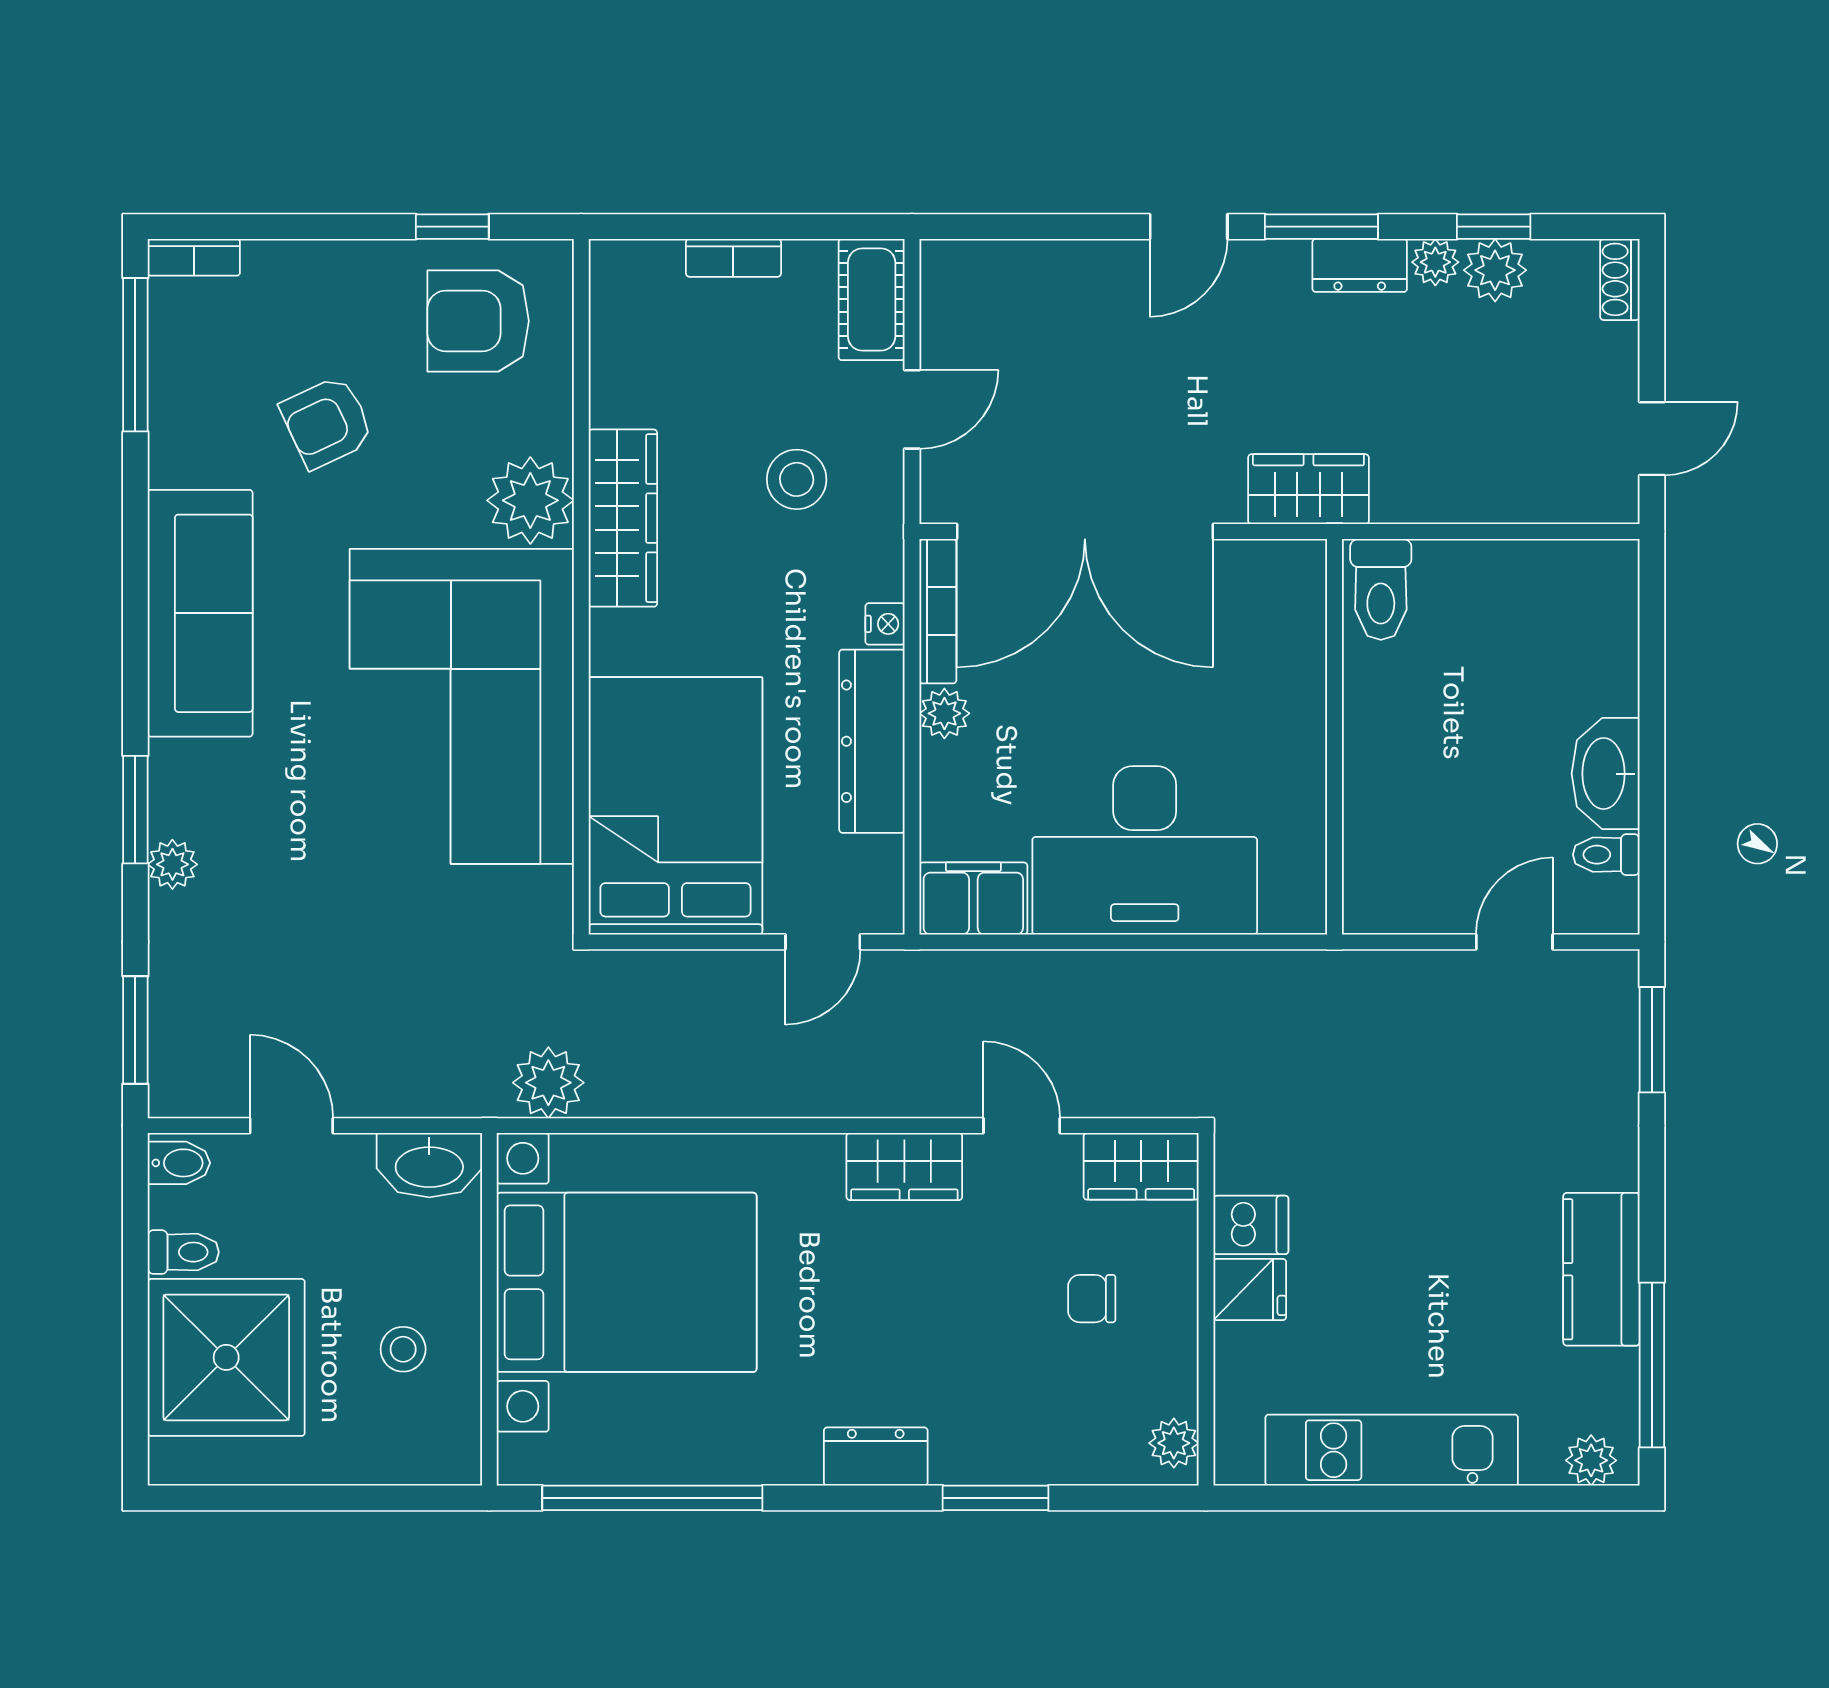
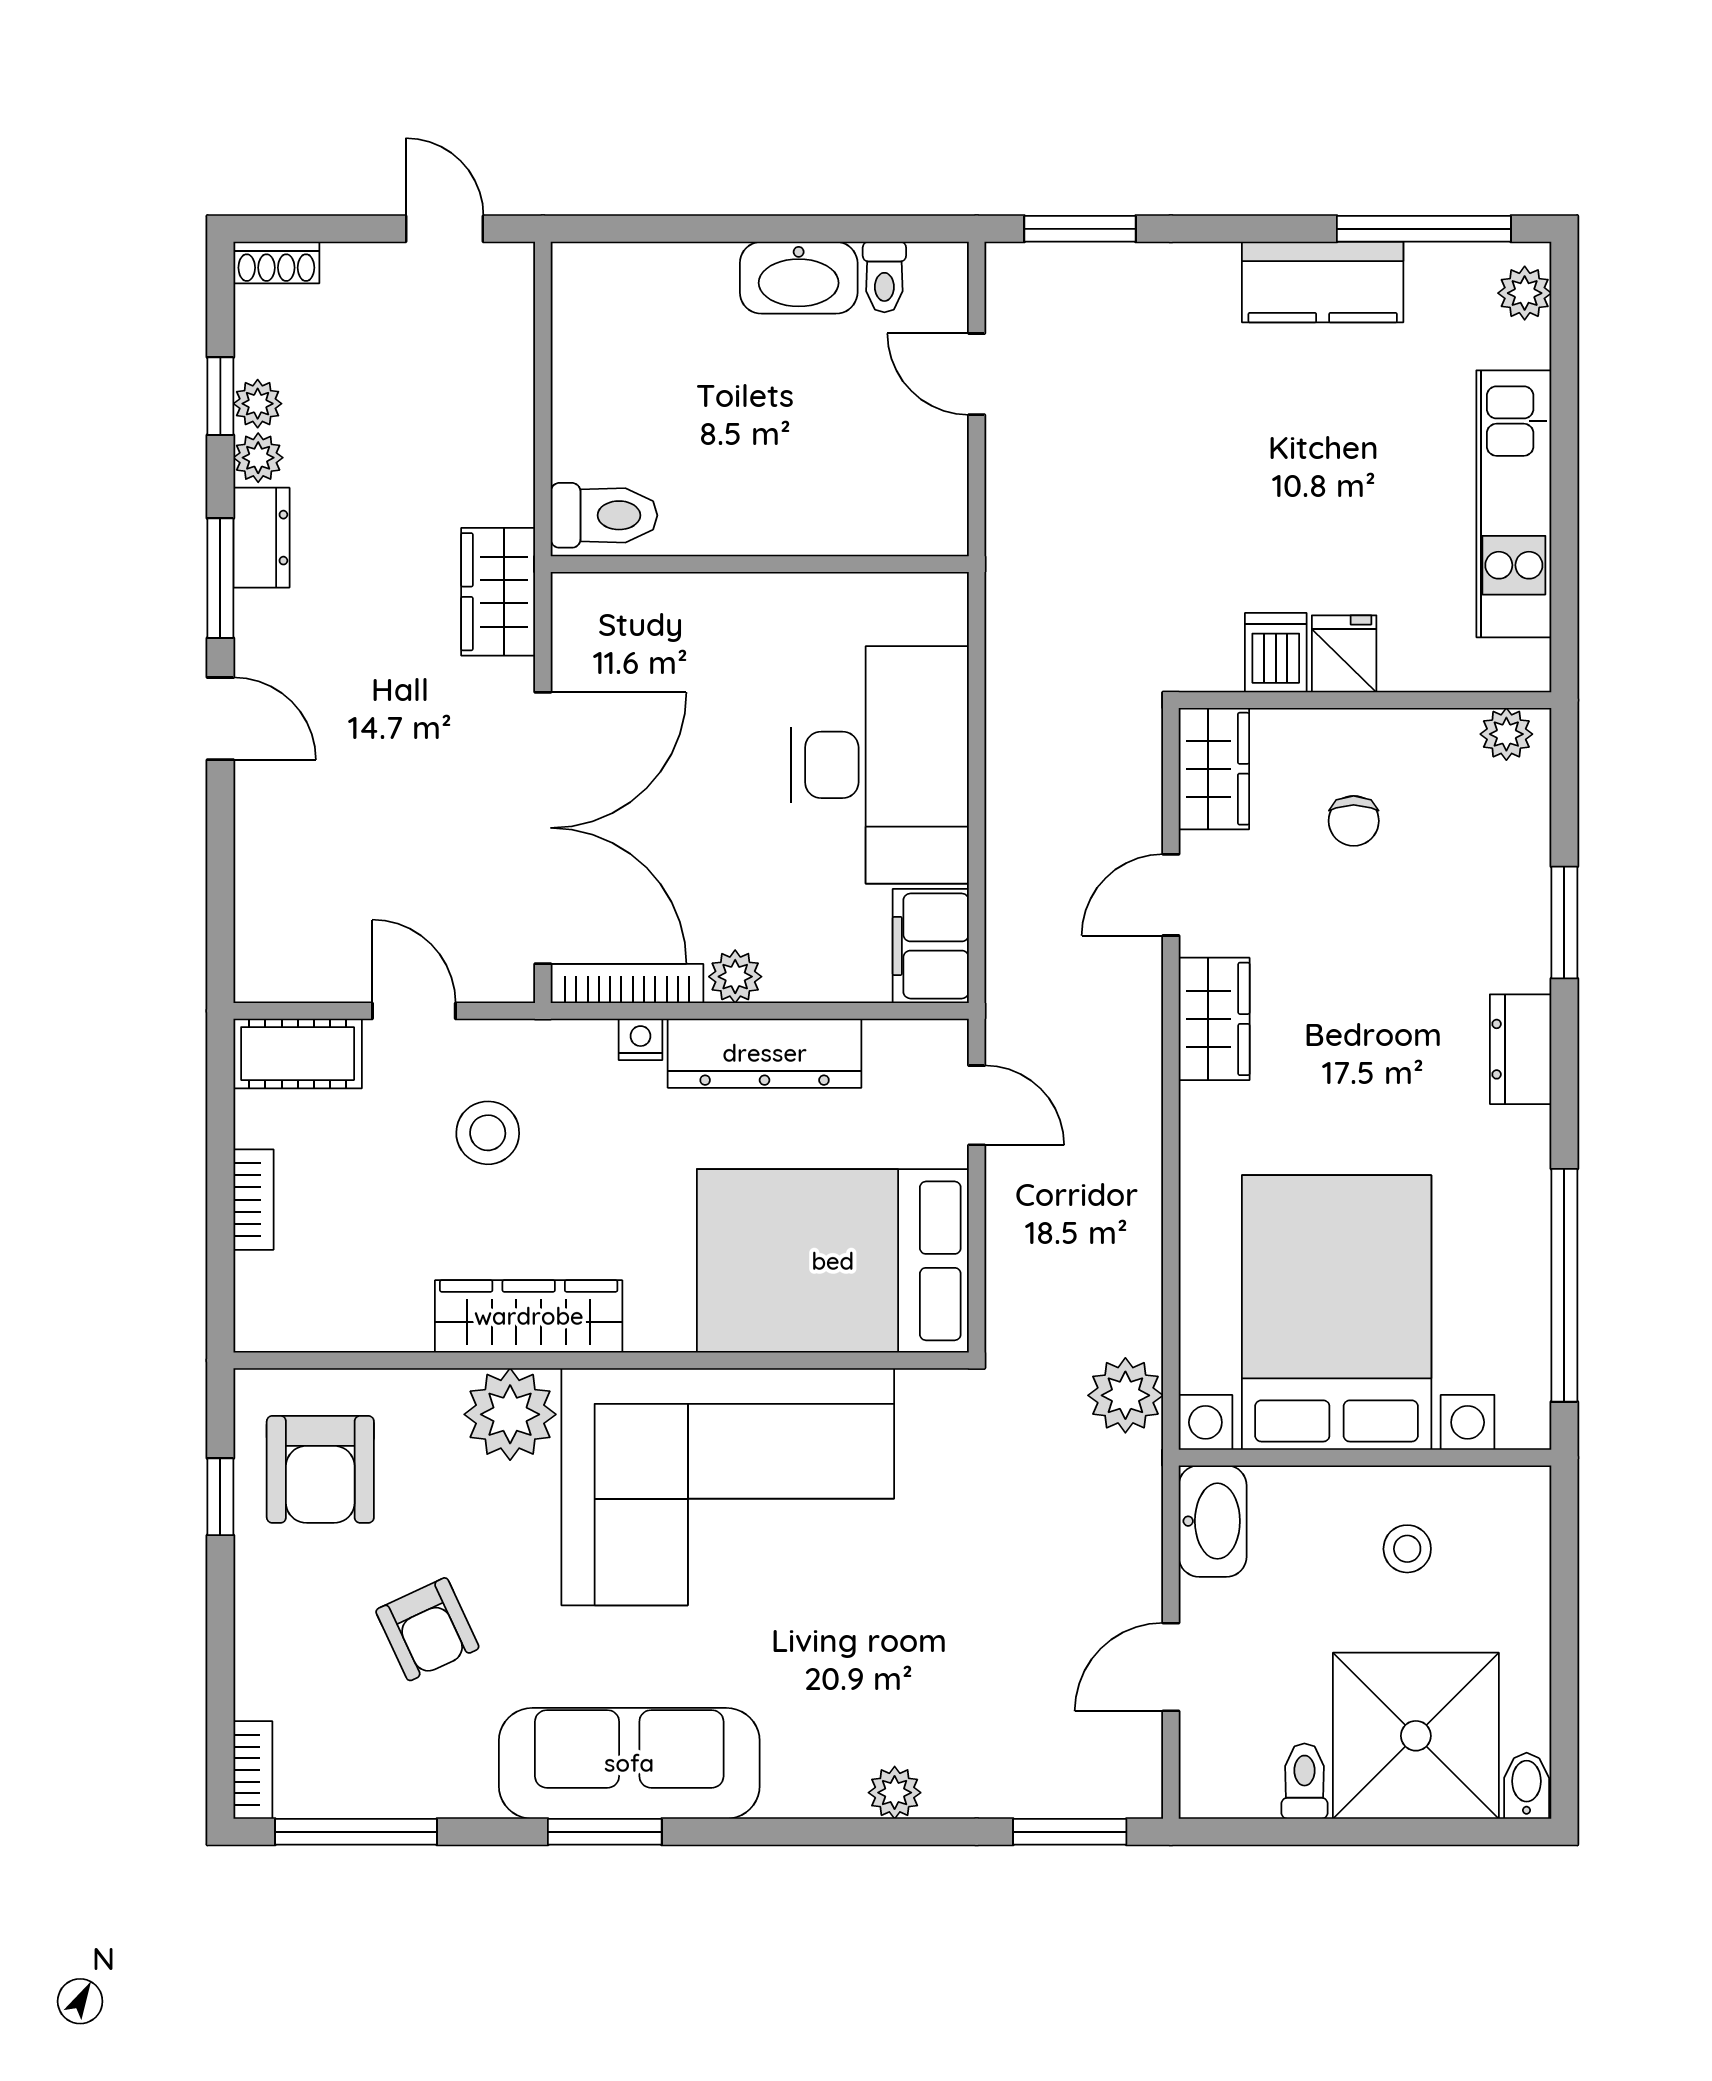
plant: (1495, 270) -> (258, 404), width x0.73, depth x0.73
window: (135, 810) -> (605, 1832), moved
bidet: (179, 1163) -> (1527, 1786), moved

